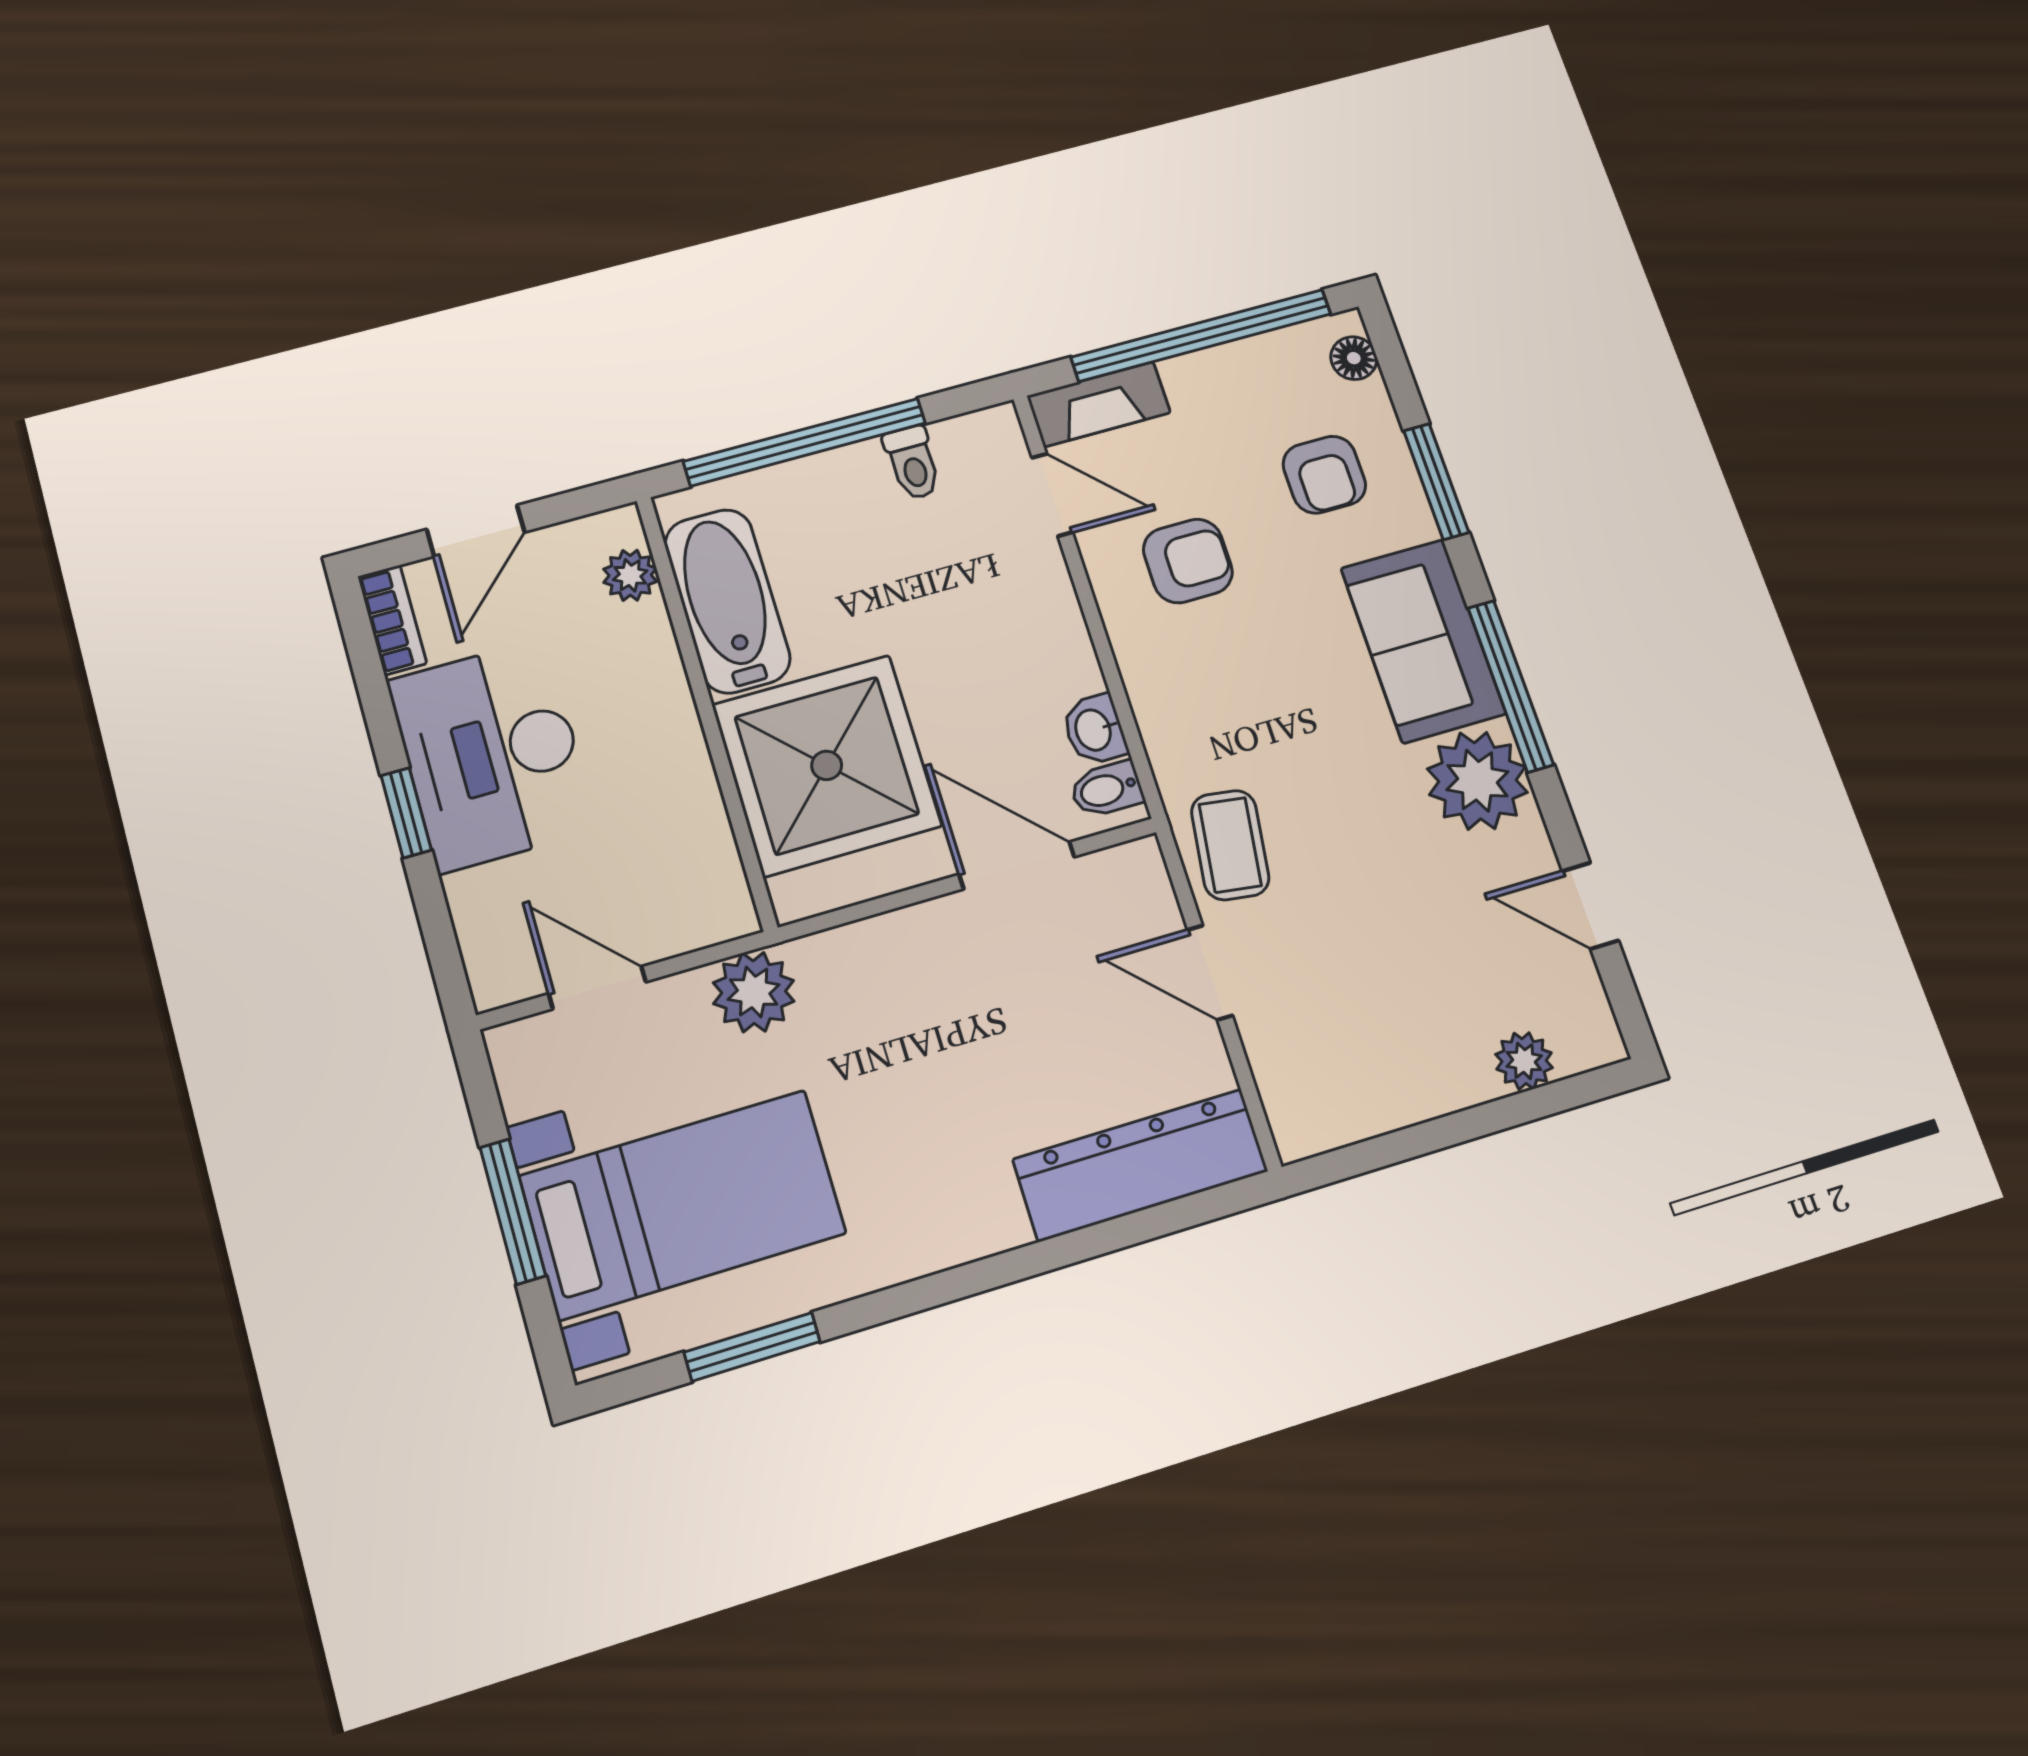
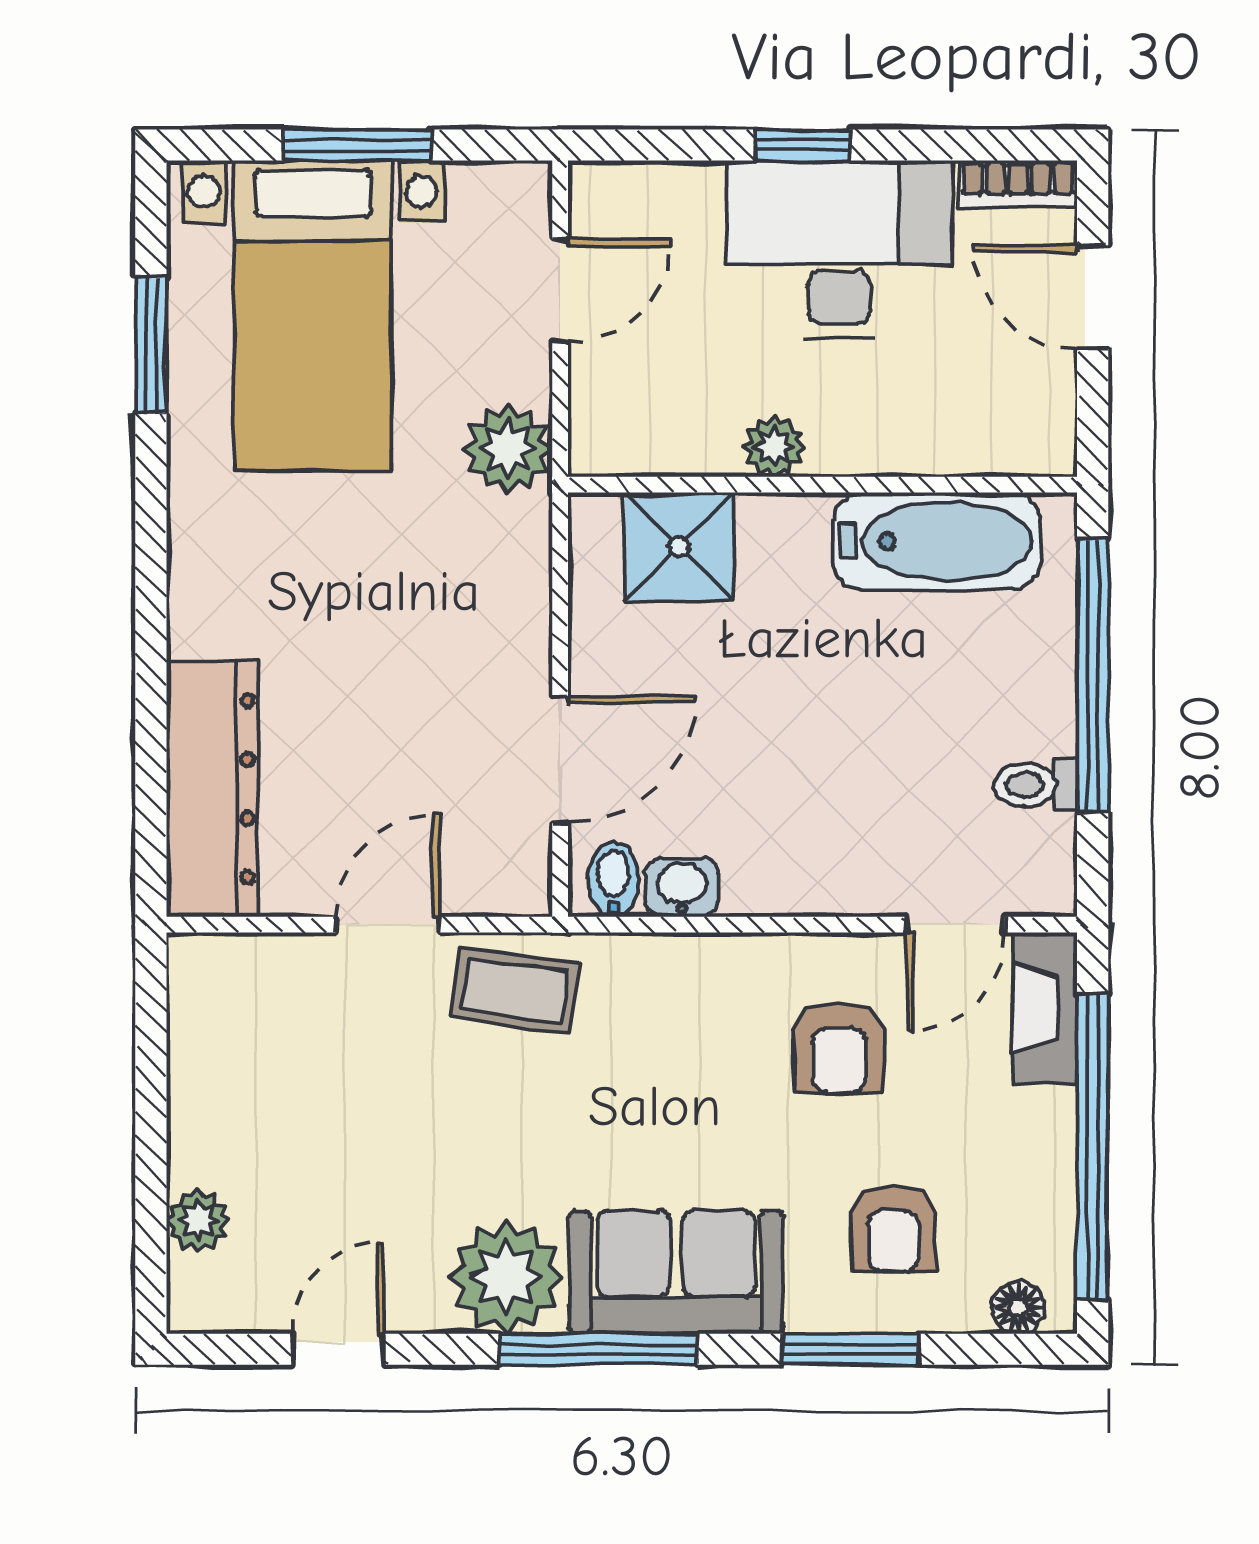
armchair: (1324, 475) -> (893, 1229), turned -90
plant: (630, 575) -> (774, 447), moved
shower: (827, 765) -> (679, 547), width x0.54, depth x0.54

